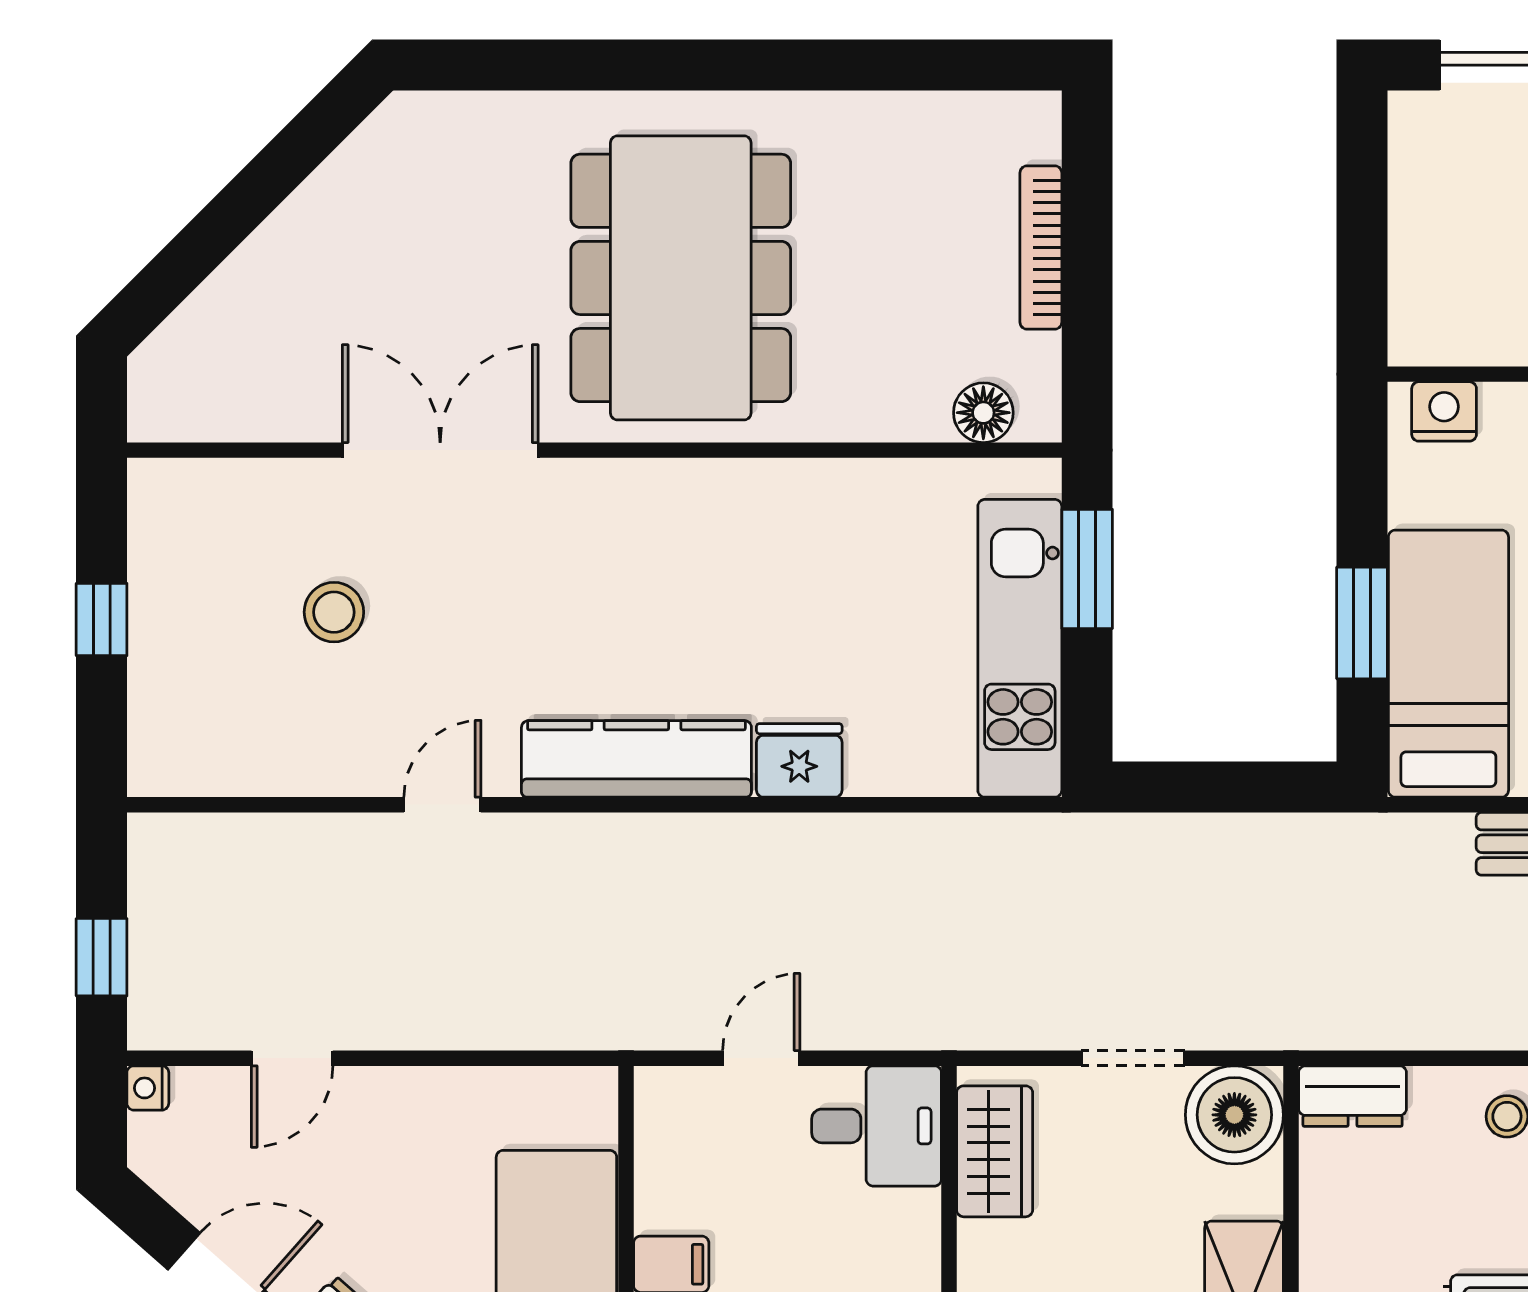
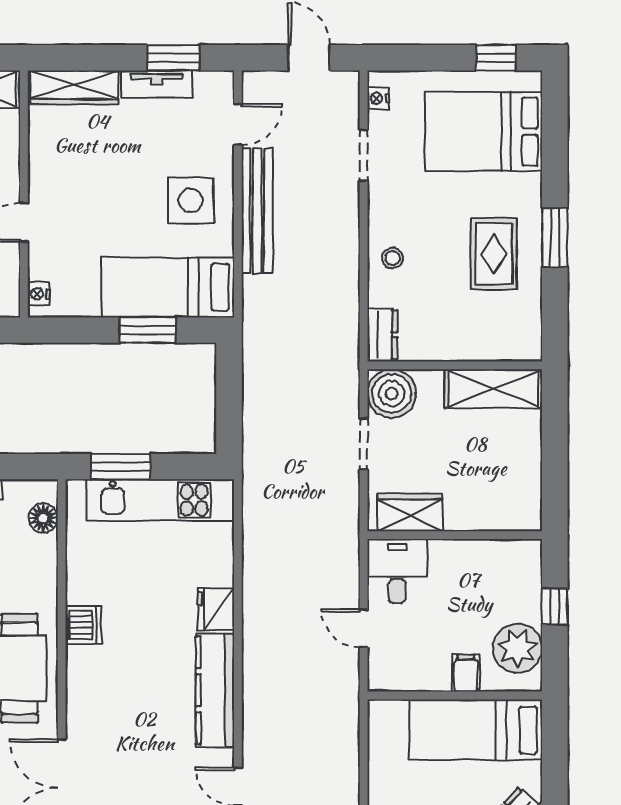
nightstand: (1444, 411) -> (39, 294), width x0.72, depth x0.74
dishwasher: (768, 494) -> (83, 625), added

